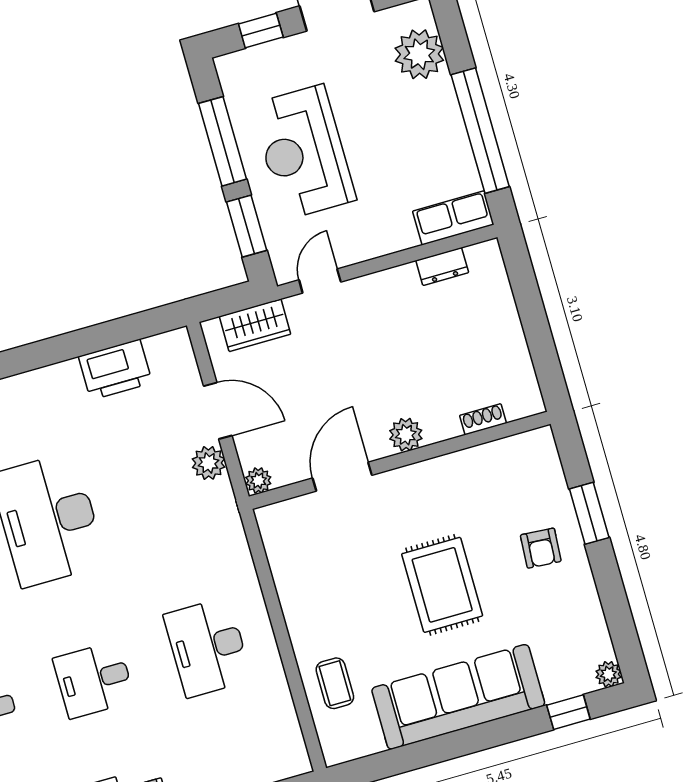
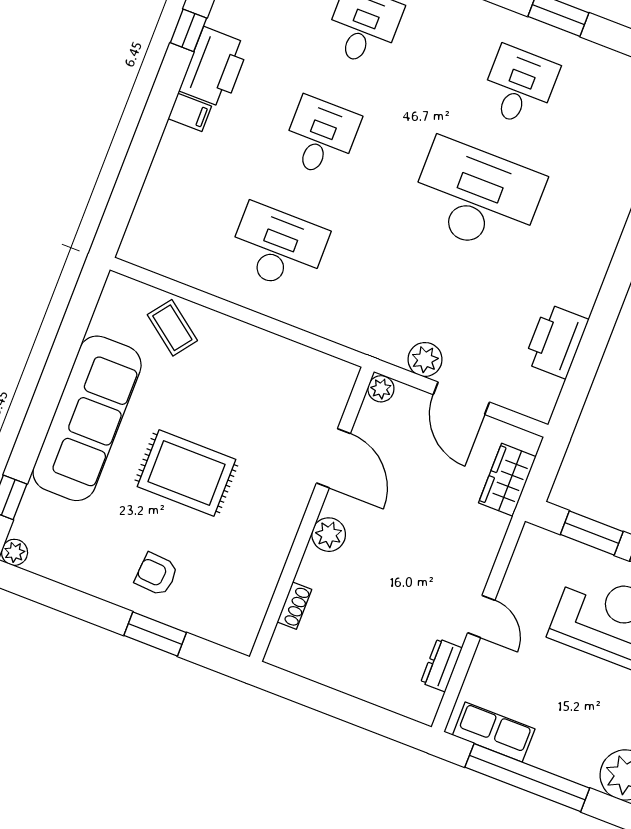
row of seats: (453, 218) -> (494, 732), moved, turned -90
door: (320, 281) -> (481, 616), moved
door: (218, 411) -> (461, 398), hinge flipped
coffee table: (335, 683) -> (172, 328), turned 37

